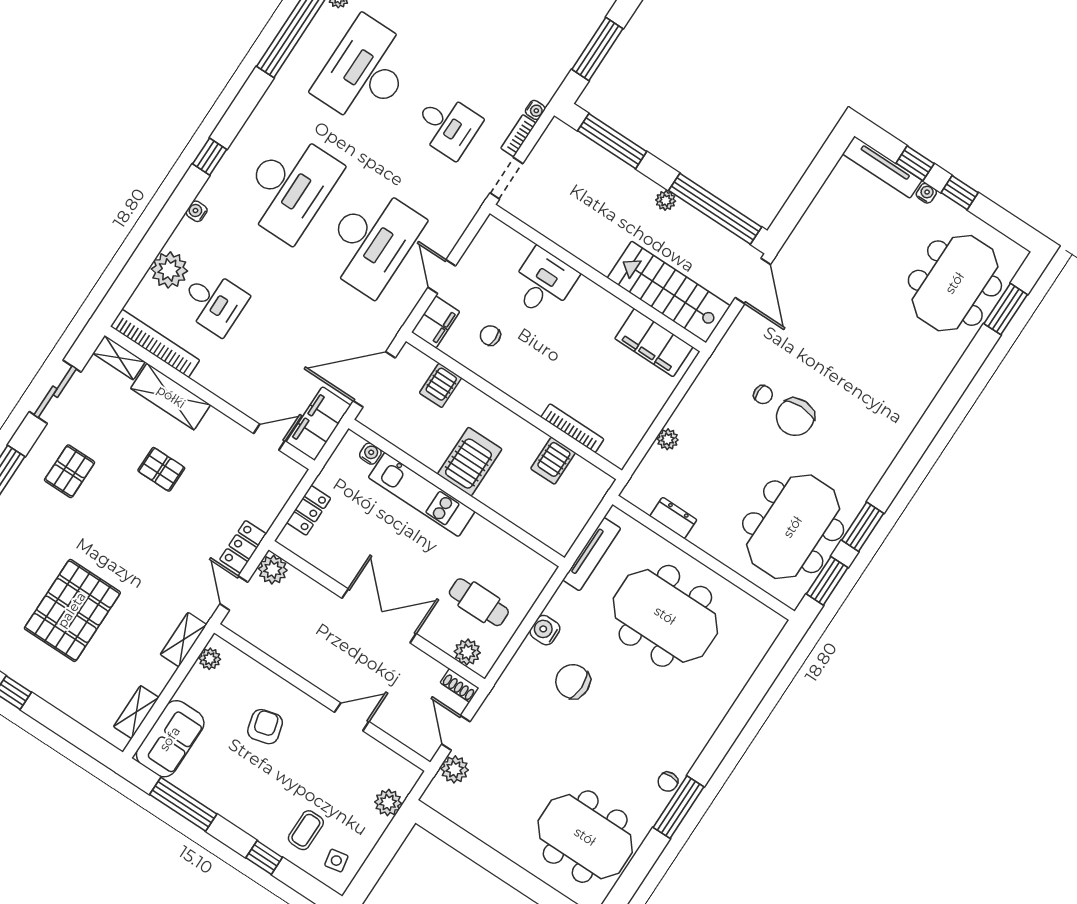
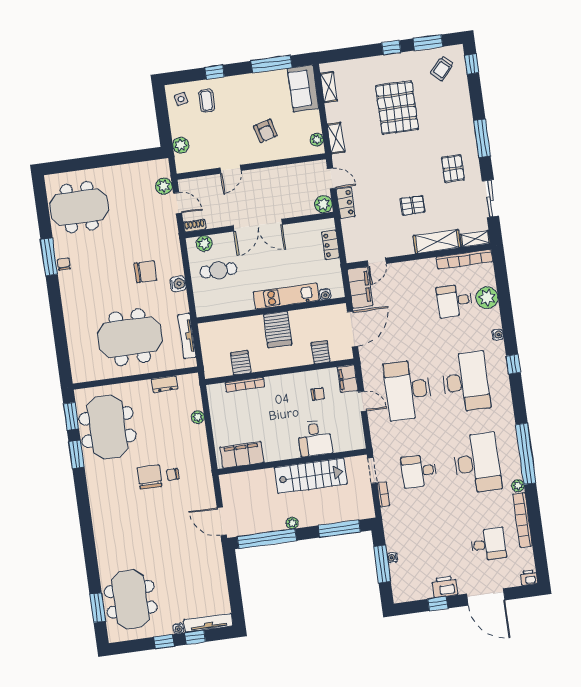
water cooler: (535, 110) -> (392, 558), moved
desk: (289, 187) -> (466, 382), turned 180
stairs: (669, 292) -> (311, 476), moved

